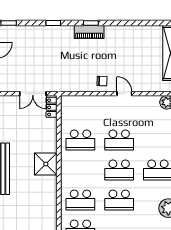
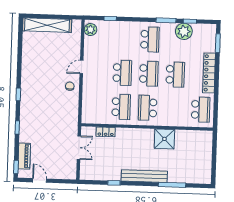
piano: (89, 32) -> (24, 156), moved
locker: (52, 107) -> (106, 132), moved
shower: (46, 164) -> (164, 139), moved
school desk: (80, 200) -> (148, 108), moved, turned 180

